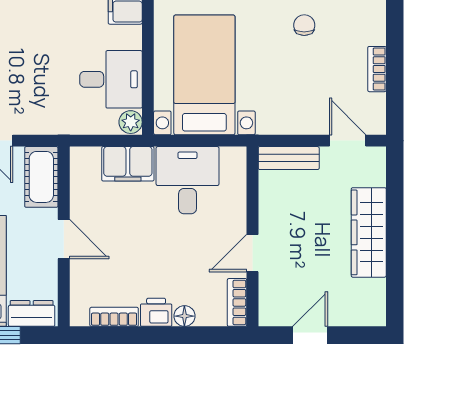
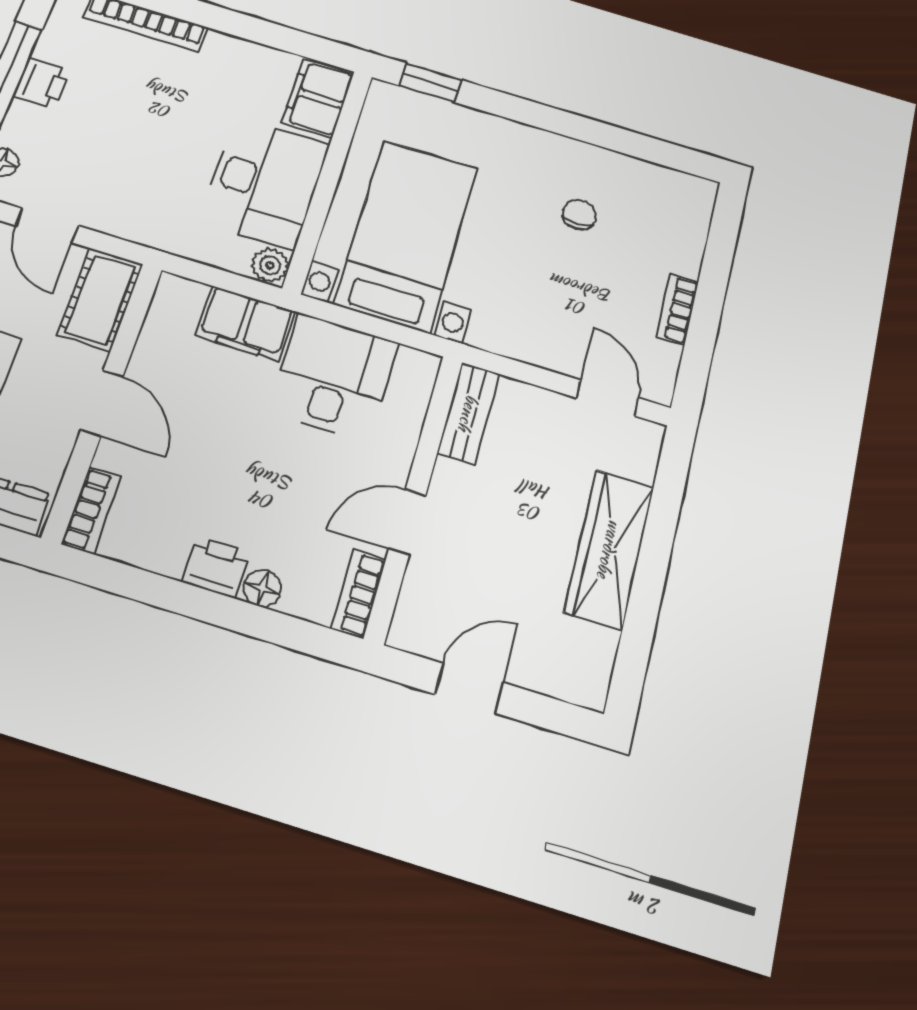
desk: (111, 79) -> (265, 182), width x1.37
bench: (289, 158) -> (468, 413), moved, turned 90
bookcase: (114, 317) -> (91, 510), moved, turned 90

